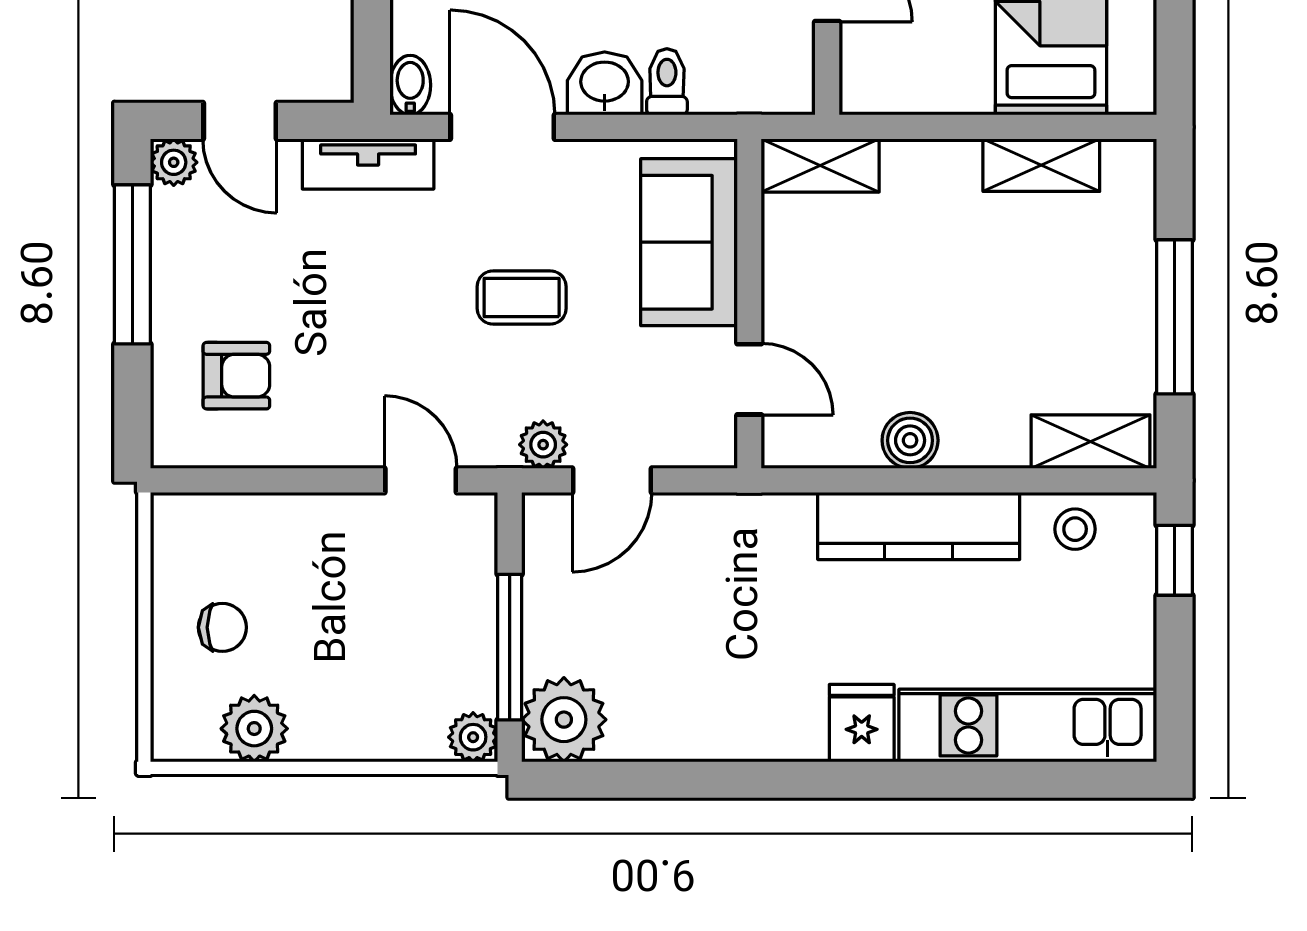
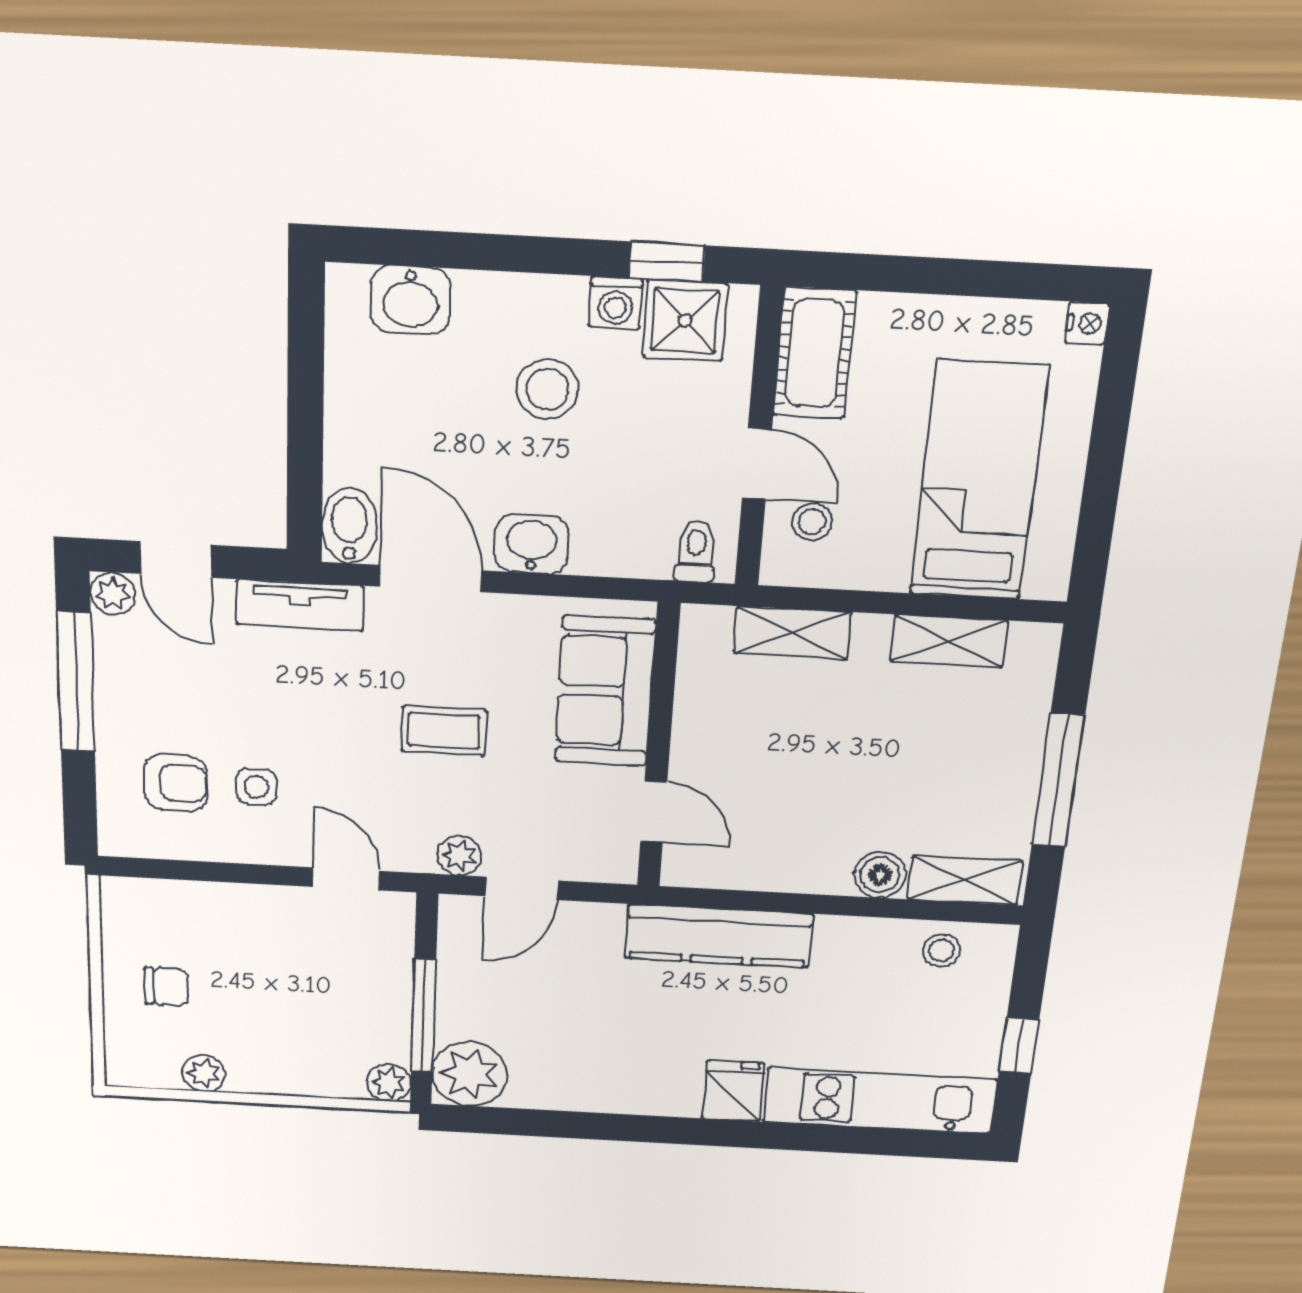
stool: (888, 44) -> (812, 522), added
toilet: (667, 82) -> (696, 551), moved
bidet: (410, 85) -> (349, 526), width x1.38, depth x1.36
shelving: (820, 165) -> (792, 633), moved
side table: (323, 375) -> (256, 787), added
boiler: (910, 440) -> (880, 875), moved
kitchen counter: (919, 526) -> (719, 936), moved
window: (1174, 560) -> (1019, 1046), moved
plant: (254, 729) -> (204, 1073), width x0.73, depth x0.73

